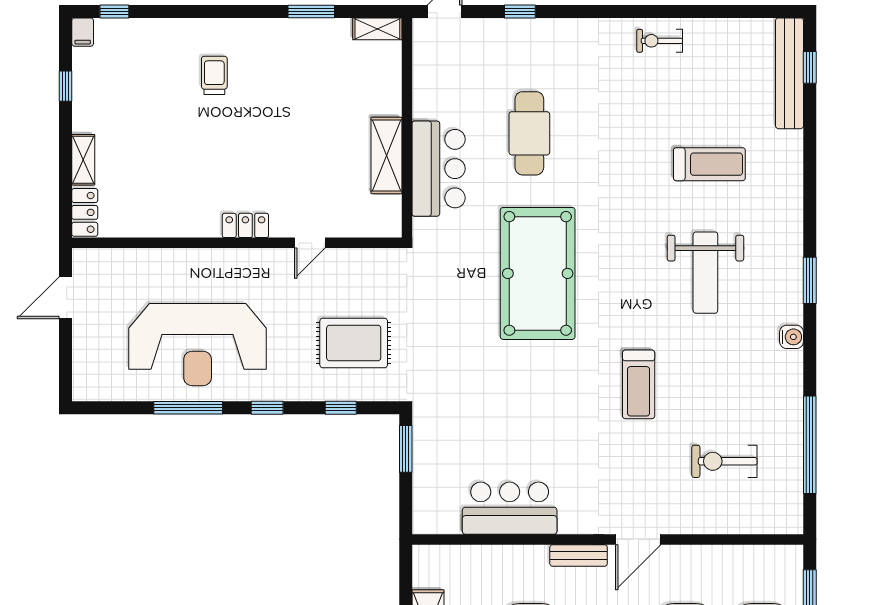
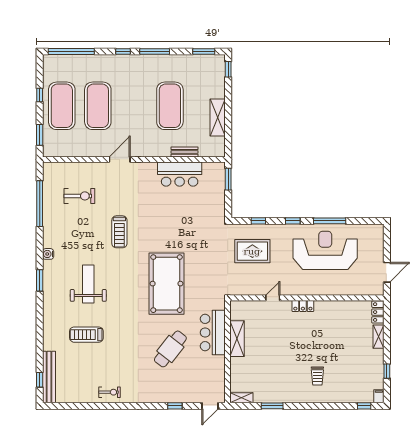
cafe table: (529, 133) -> (170, 349), turned 38
treadmill: (639, 384) -> (119, 232), turned 180
window: (406, 449) -> (228, 179), moved
bench: (579, 555) -> (185, 152), moved

